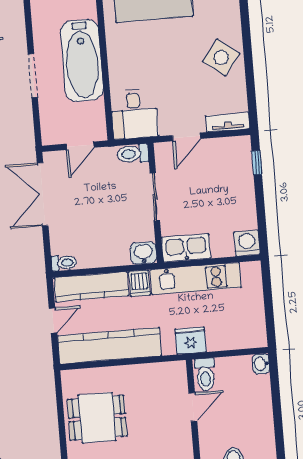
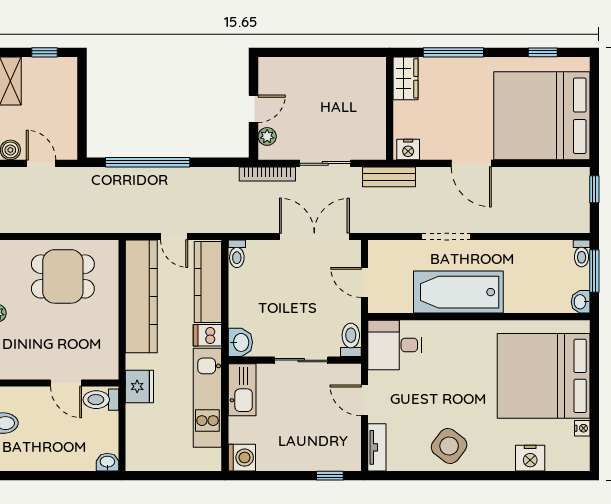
dining table: (97, 418) -> (63, 276), turned 90

